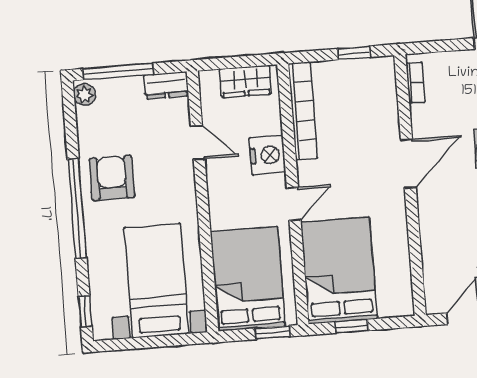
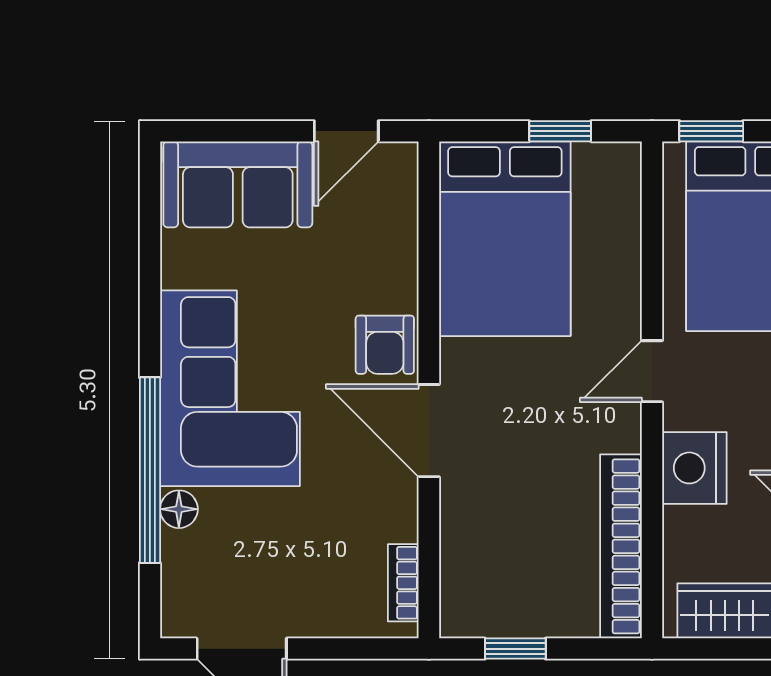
door: (408, 164) -> (429, 431), hinge flipped
armchair: (435, 207) -> (385, 345), added
bed: (339, 270) -> (505, 239), moved

